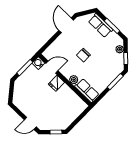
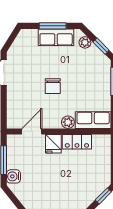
row of seats: (100, 25) -> (56, 37), moved
water cooler: (38, 63) -> (13, 176), moved
locker: (69, 93) -> (77, 142), added

